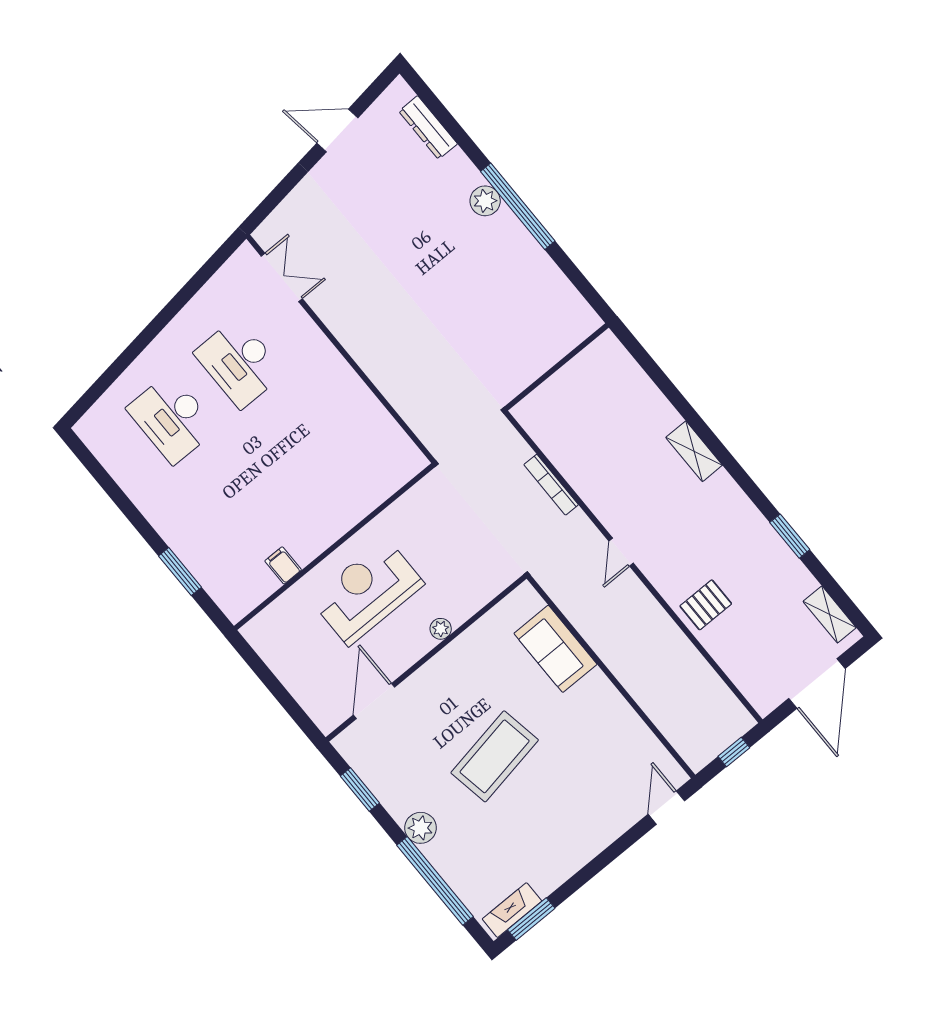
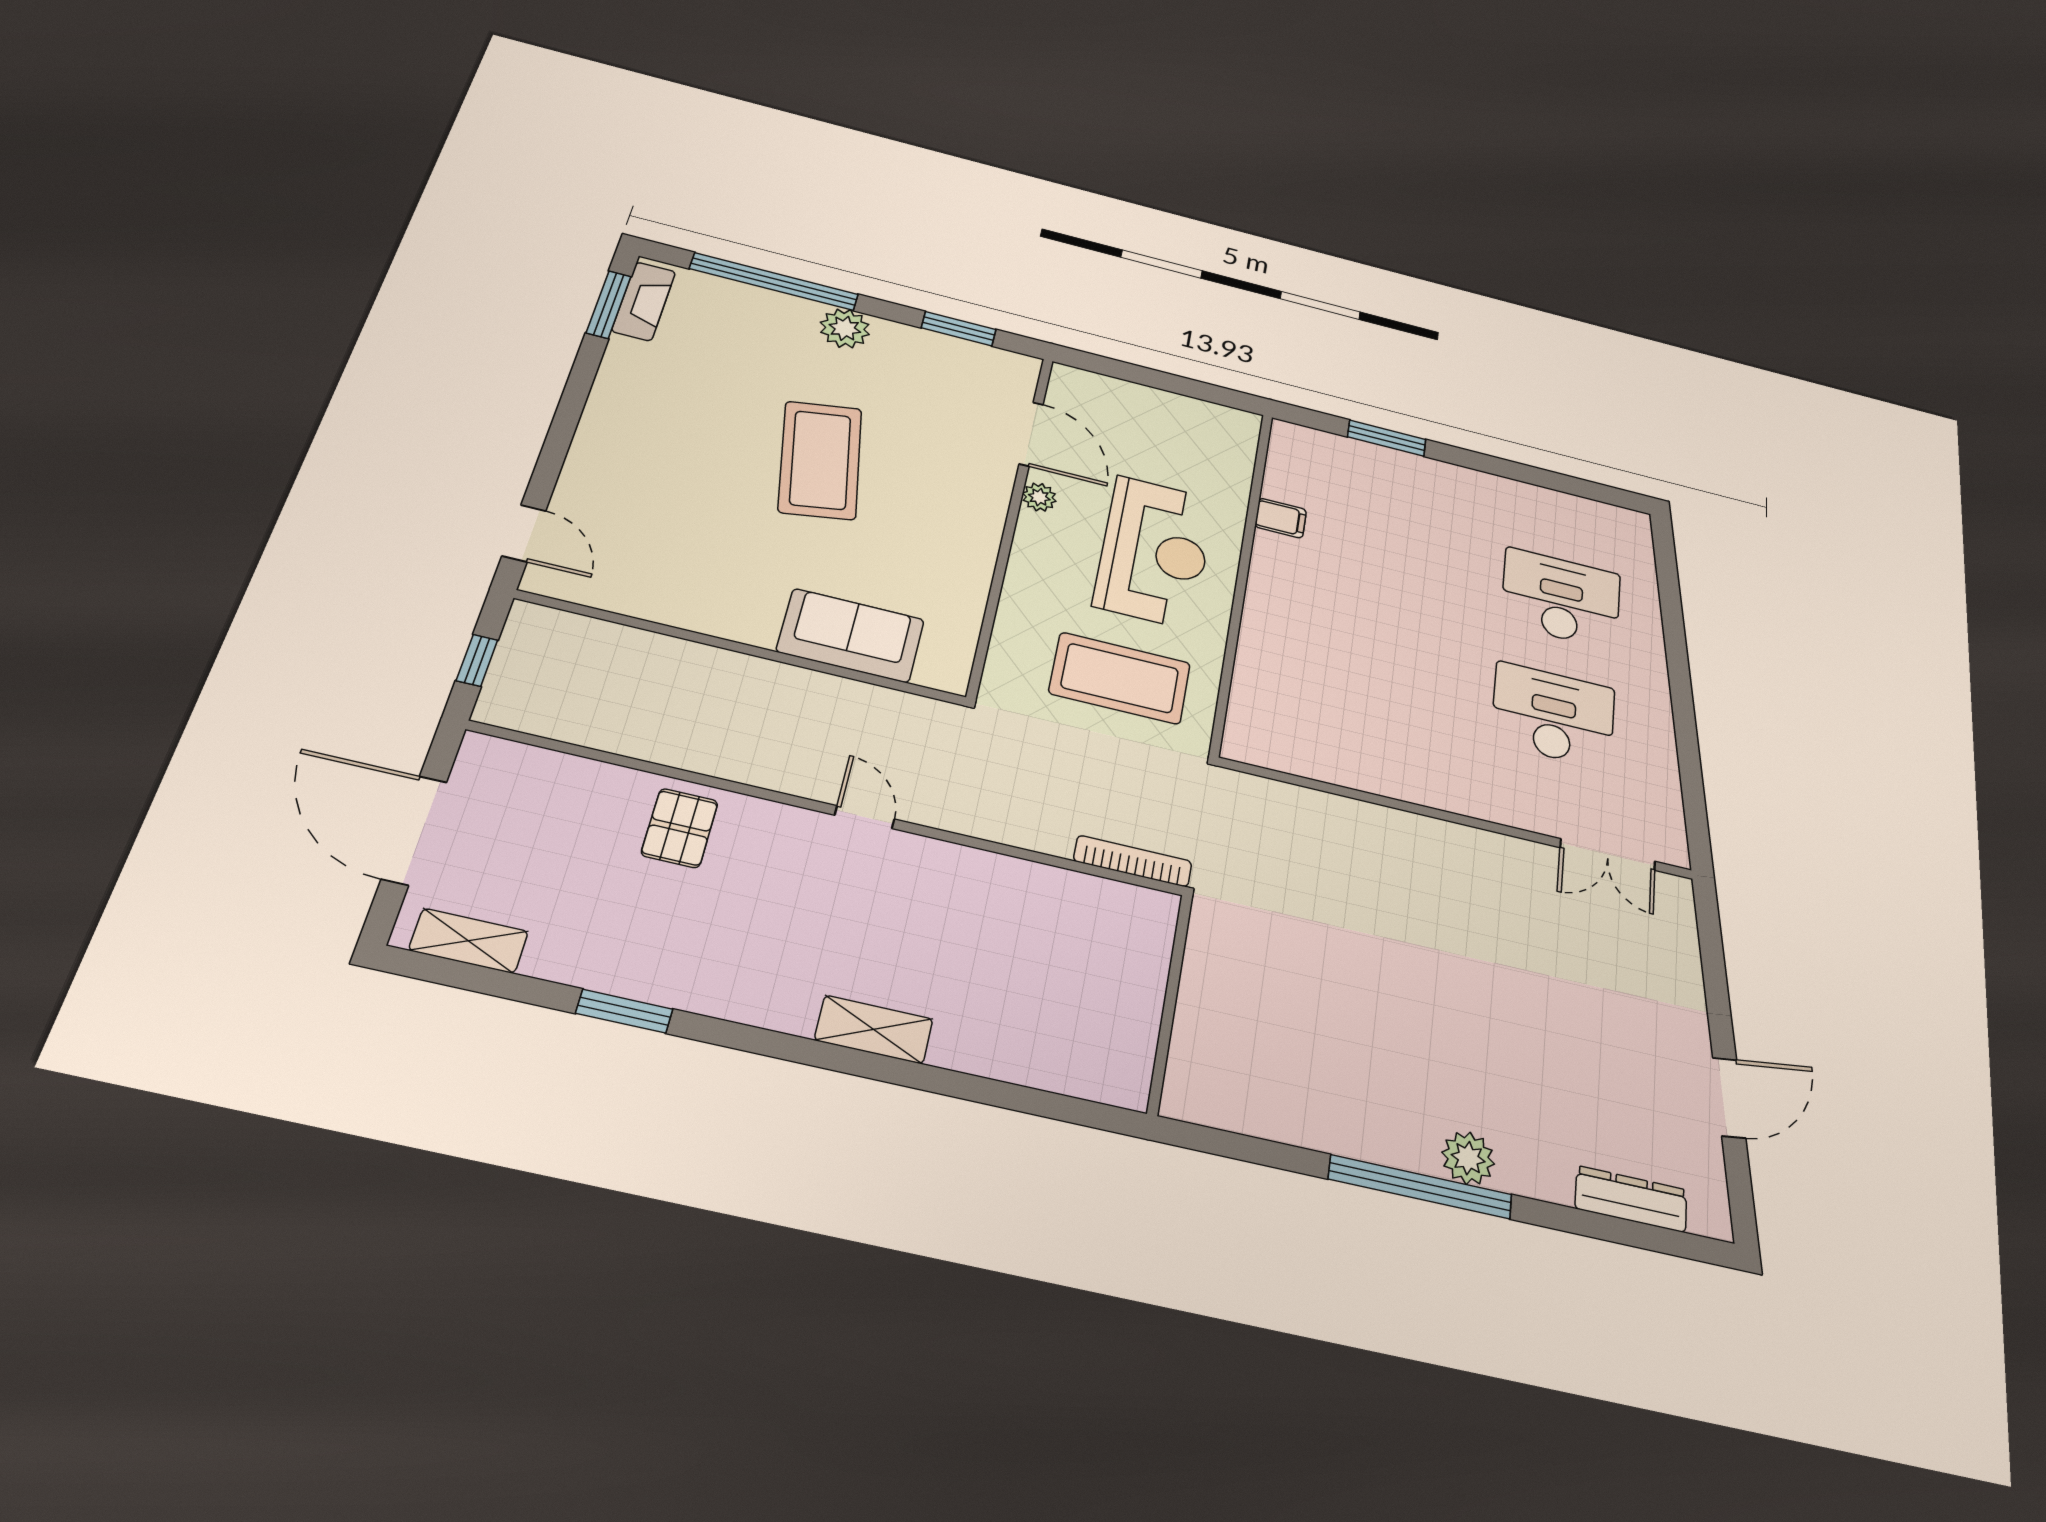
bookcase: (551, 485) -> (1133, 861), moved
coffee table: (444, 537) -> (1120, 678), added
plant: (441, 629) -> (1039, 497), moved

